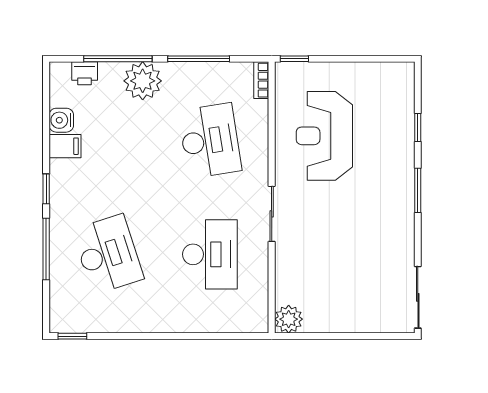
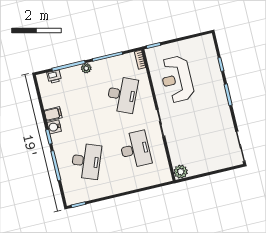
plant: (143, 81) -> (86, 68), width x0.53, depth x0.53
water cooler: (61, 120) -> (54, 127), moved
desk: (210, 141) -> (122, 95), turned 33
desk: (108, 254) -> (86, 161), turned 39

